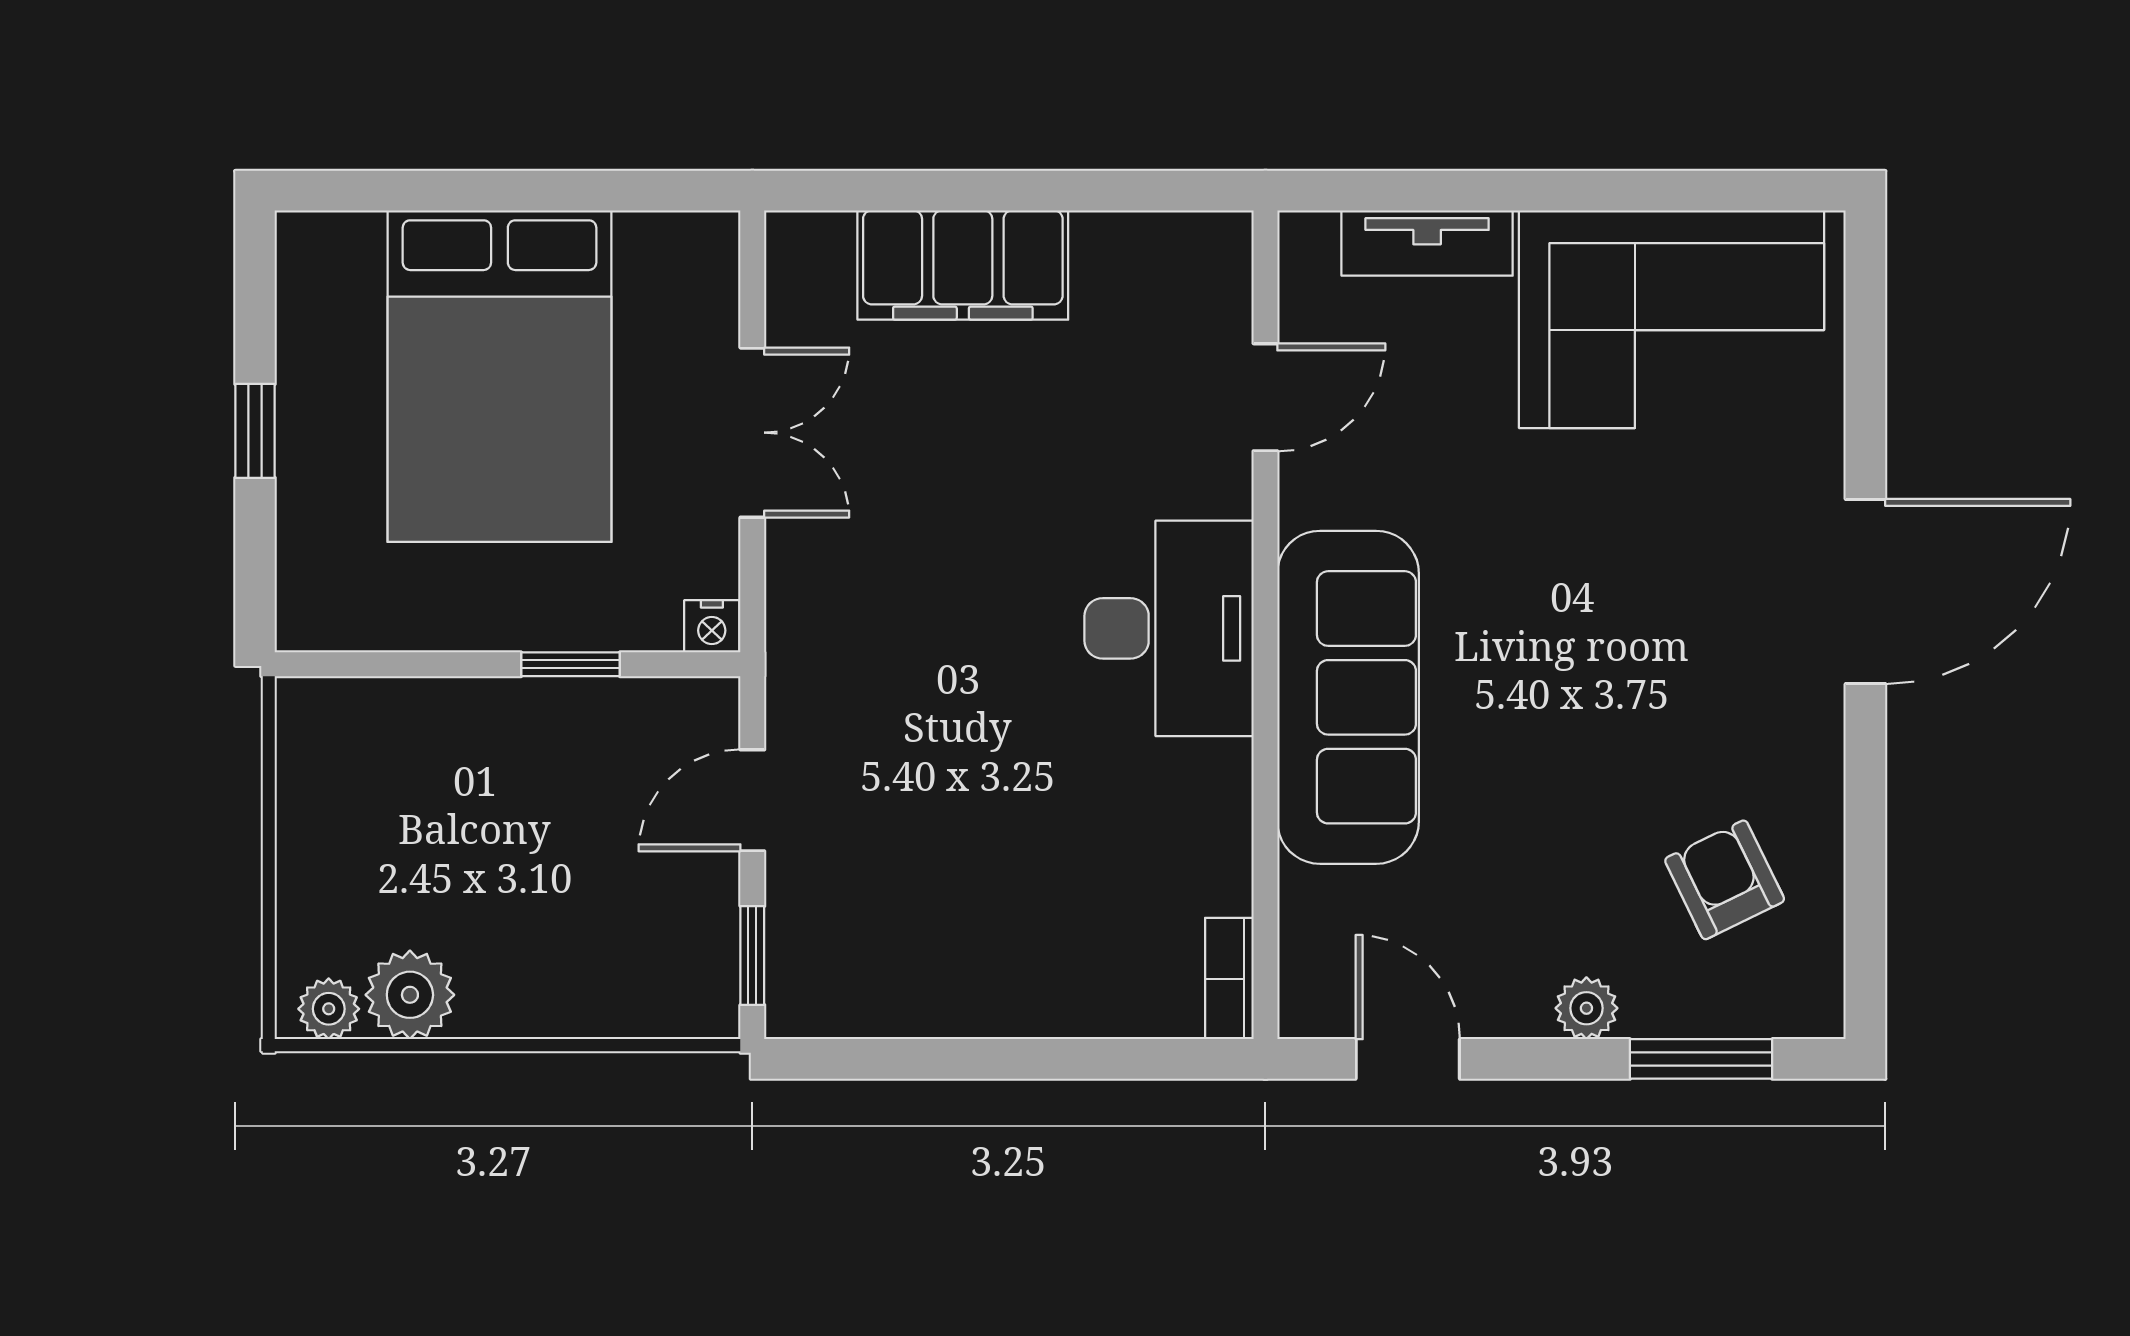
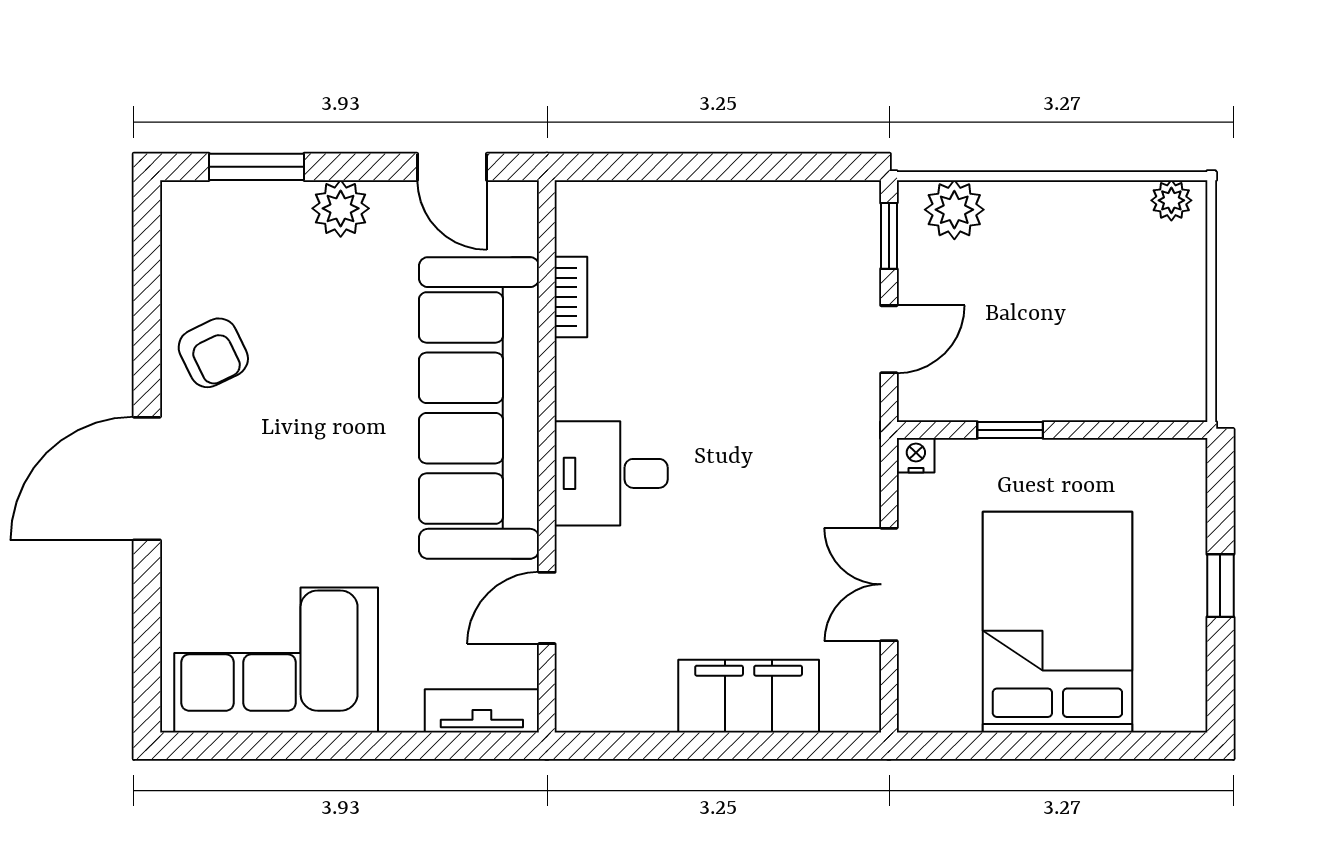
tv unit: (1427, 243) -> (482, 711), moved
desk: (1169, 628) -> (611, 473), width x0.73
sofa: (1348, 697) -> (479, 408), width x1.36, depth x1.27
armchair: (1725, 880) -> (213, 353), moved
bookcase: (1229, 979) -> (571, 297), moved
plant: (410, 995) -> (954, 210), moved
plant: (1586, 1008) -> (341, 208), width x1.38, depth x1.38

